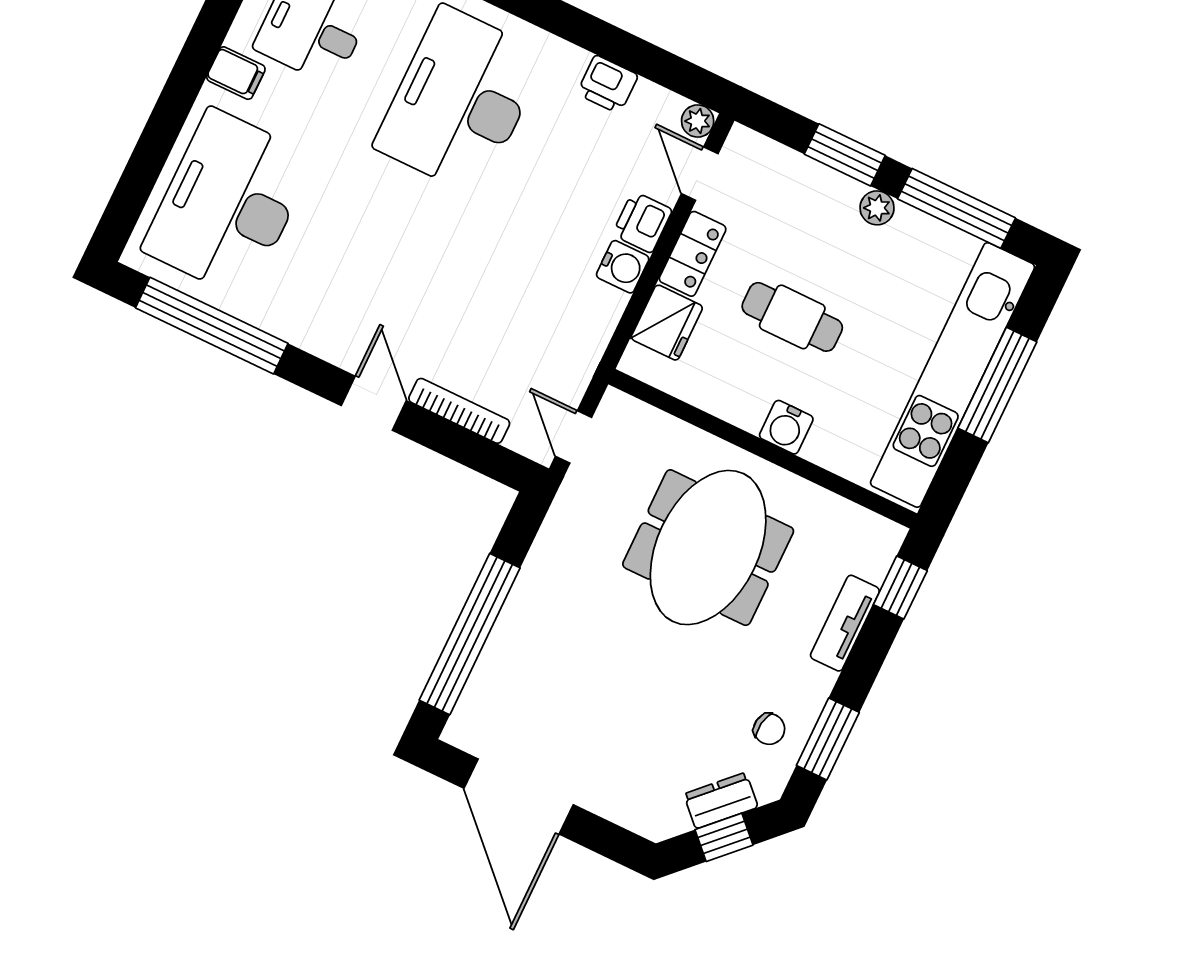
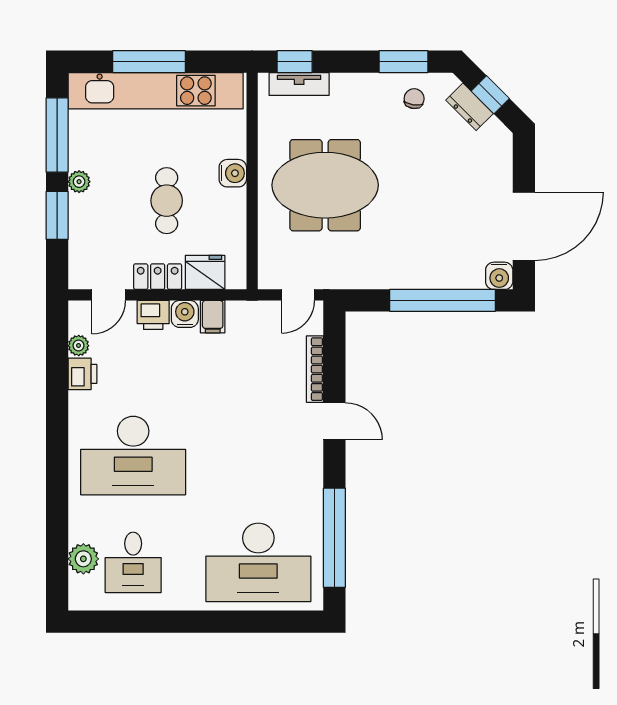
filing cabinet: (236, 73) -> (213, 317), moved, turned 180
plant: (698, 121) -> (79, 346), moved
door: (374, 403) -> (334, 421), swing flipped
tv unit: (845, 623) -> (299, 84), moved
water cooler: (466, 729) -> (499, 276), added

